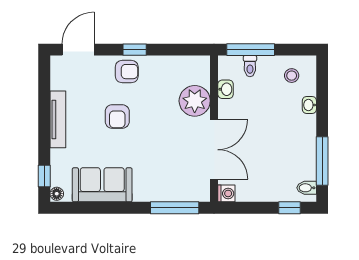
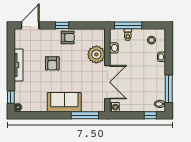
armchair: (127, 72) -> (68, 37), moved
sofa: (102, 185) -> (64, 102), moved

